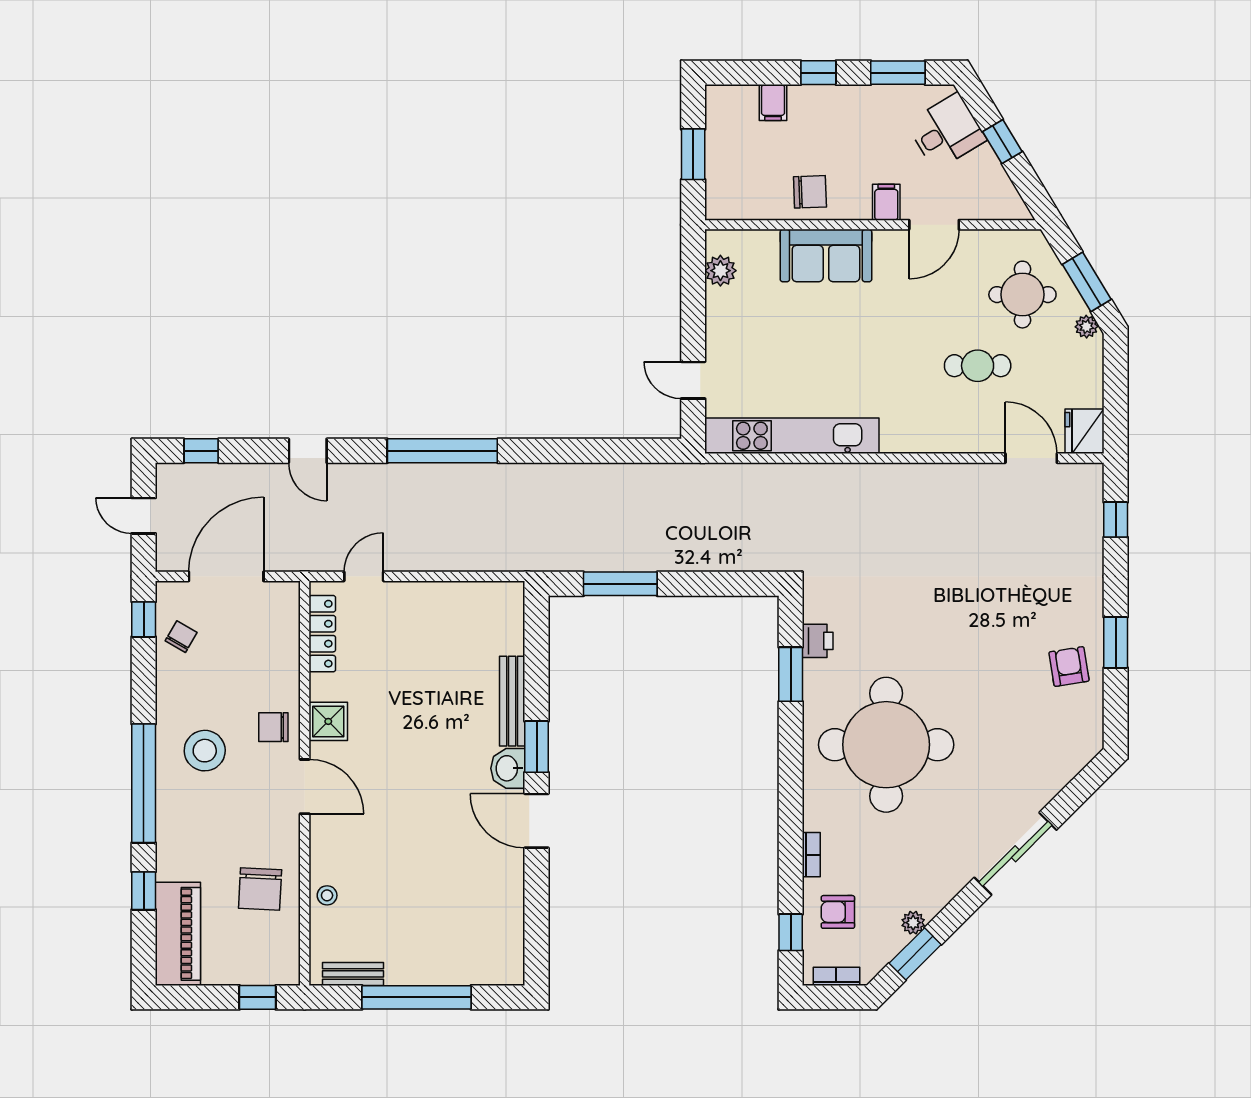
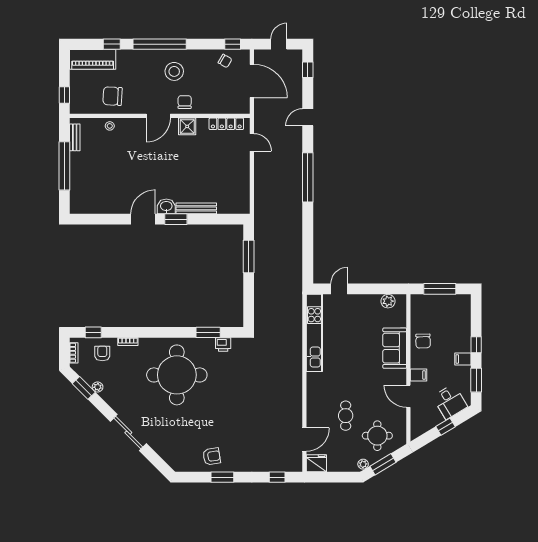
filing cabinet: (773, 103) -> (463, 359), moved
window: (693, 154) -> (440, 289), width x1.44

